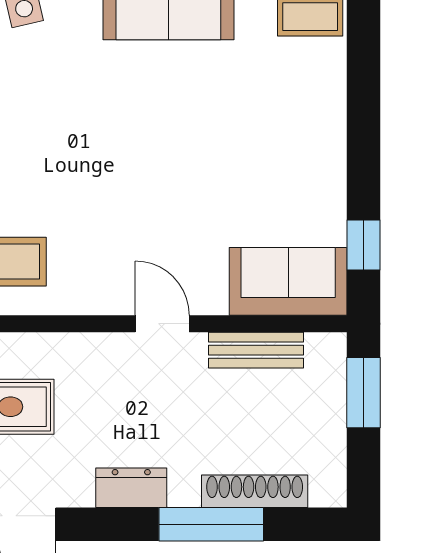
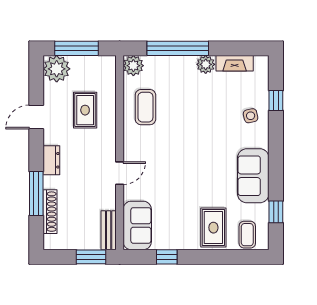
rug: (293, 98) -> (213, 228), added
window: (364, 245) -> (167, 257), moved
bench: (256, 350) -> (109, 230), moved

